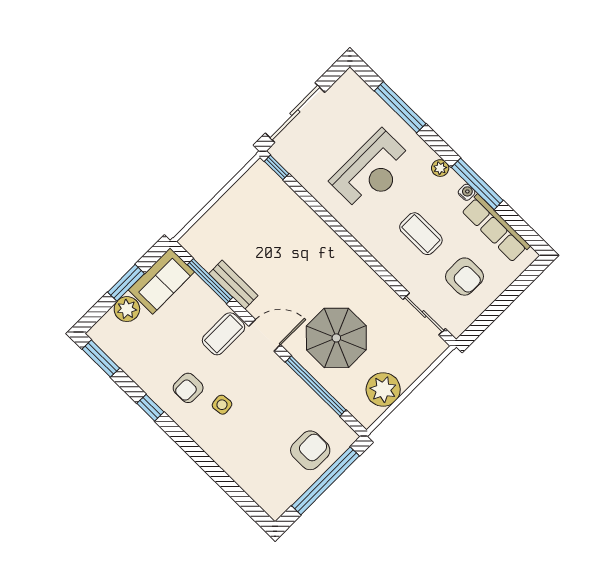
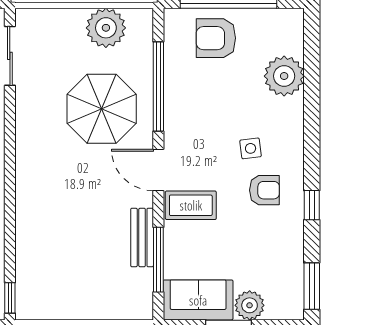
plant: (246, 469) -> (284, 76), added

